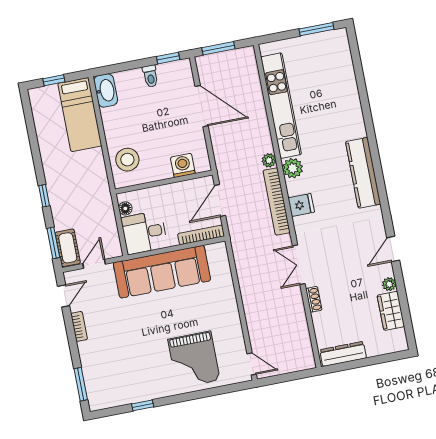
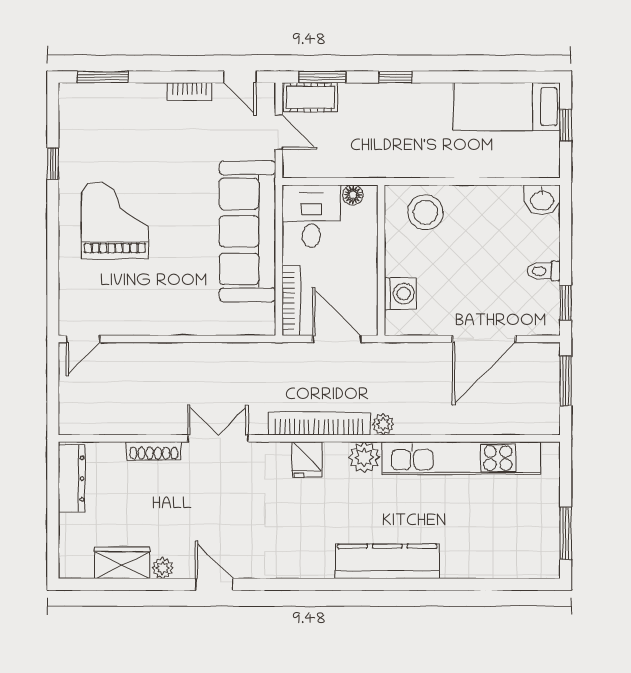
washbasin: (106, 90) -> (542, 200), width x0.72
bed: (80, 115) -> (507, 107), moved
kitchen counter: (363, 173) -> (387, 561), moved
shoe rack: (314, 299) -> (154, 451), width x1.43
grand piano: (194, 360) -> (115, 220), moved, turned 90

